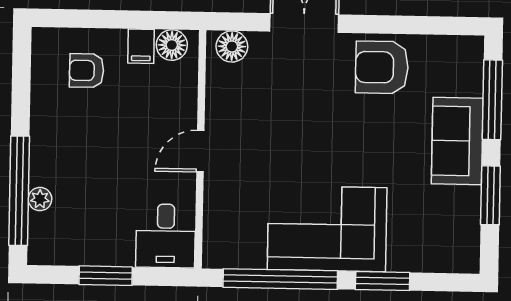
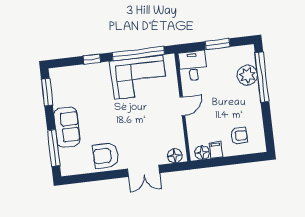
armchair: (382, 67) -> (106, 156), turned 180
window: (490, 195) -> (47, 92), moved
plant: (40, 199) -> (247, 75), width x1.87, depth x1.87
corner sofa: (327, 229) -> (138, 77), moved
window: (383, 281) -> (92, 59), width x0.67

